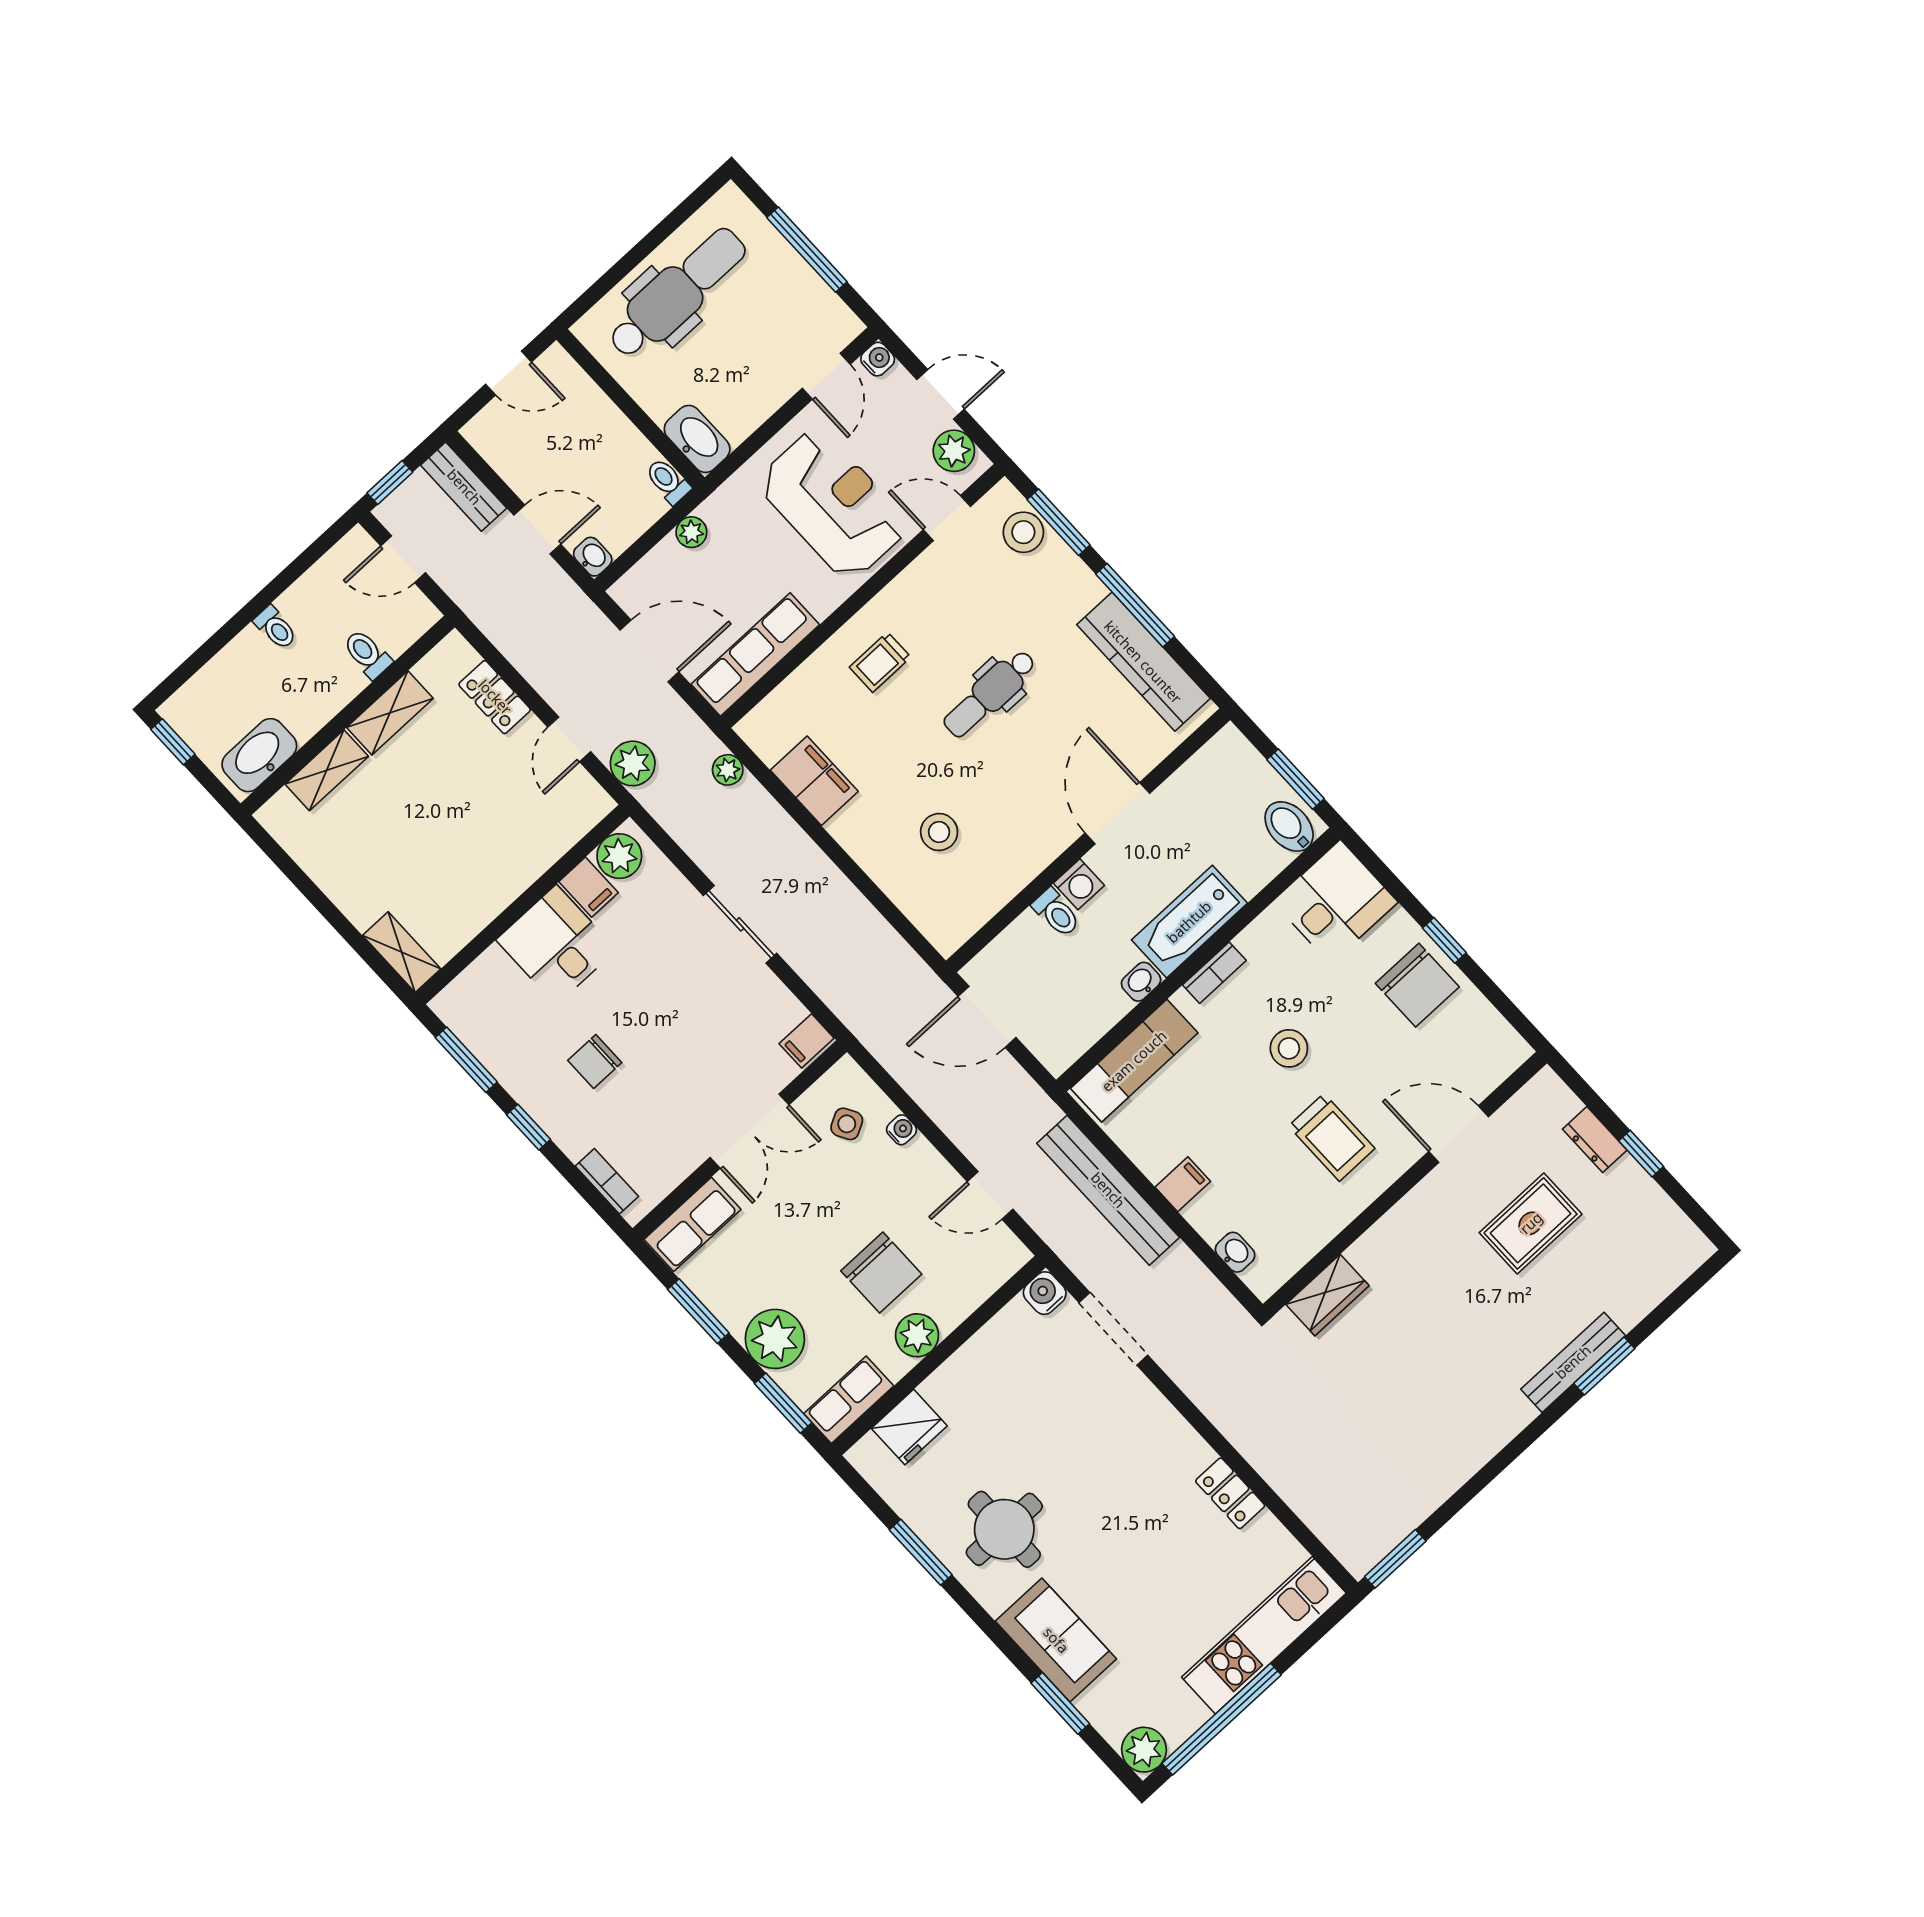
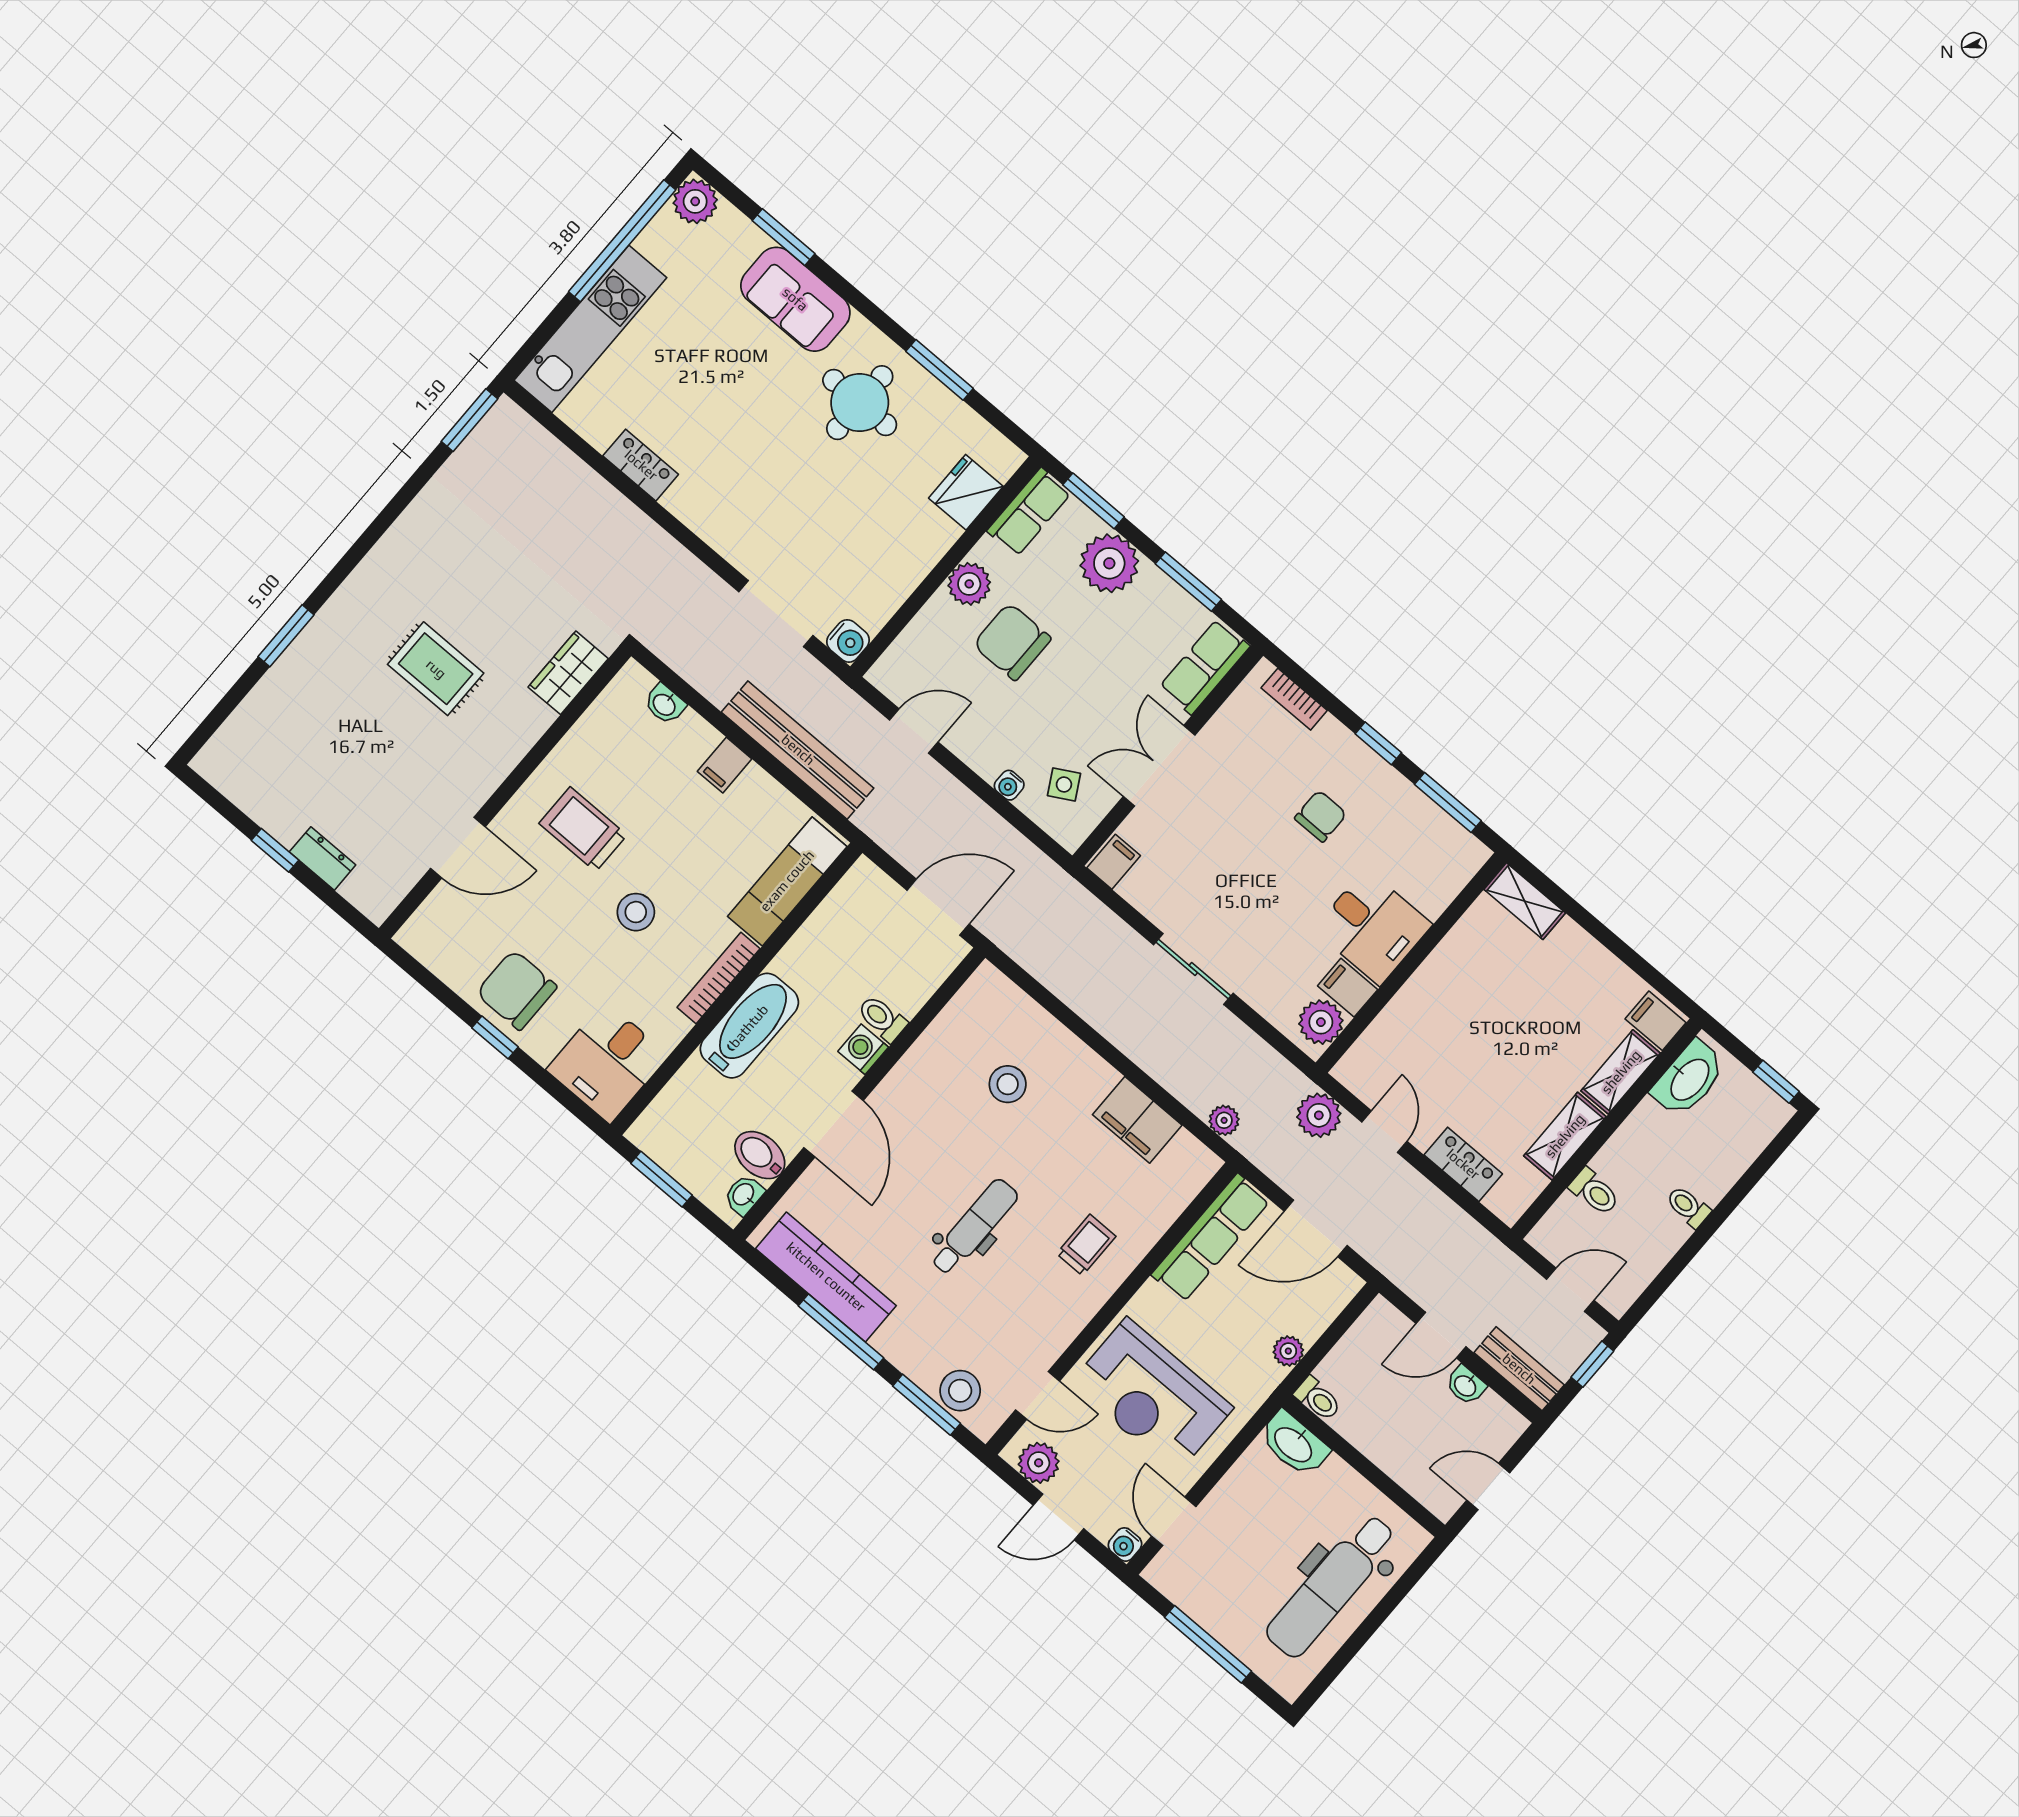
washbasin: (593, 557) -> (1466, 1385), moved
filing cabinet: (286, 817) -> (1656, 1021), added
bidet: (1289, 826) -> (760, 1155), moved, turned 180
bookcase: (1214, 973) -> (719, 978), width x1.56
washbasin: (1141, 982) -> (744, 1195), moved, turned 180
rug: (1531, 1223) -> (436, 669), moved, turned 90
bench: (1573, 1362) -> (317, 636), removed

